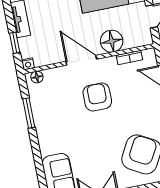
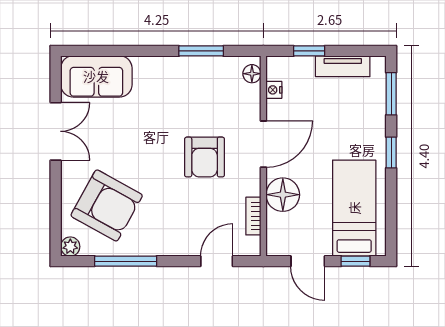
nightstand: (28, 64) -> (274, 90), moved
armchair: (97, 97) -> (205, 157), turned 90

